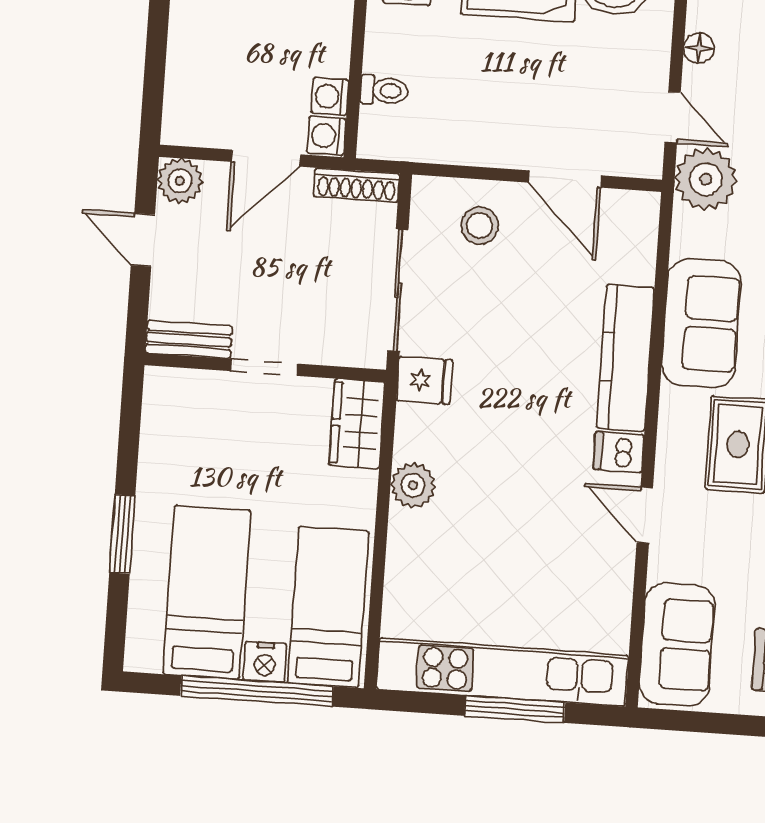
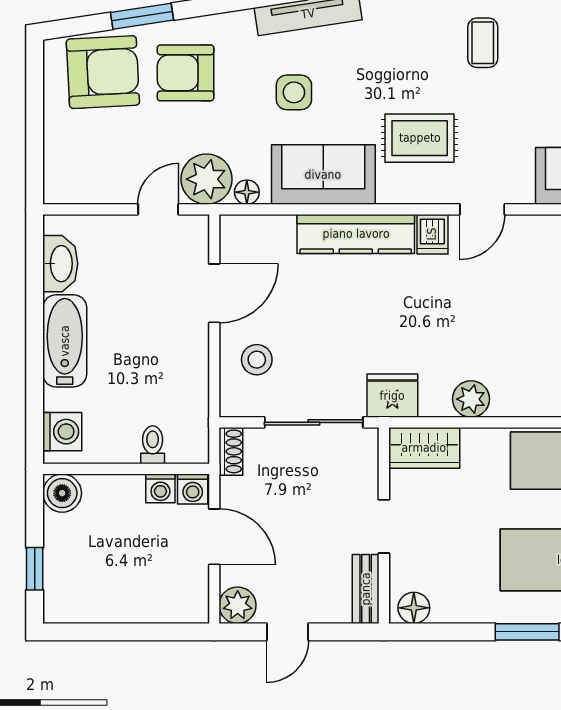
floor lamp: (699, 48) -> (247, 192), moved
shoe rack: (357, 185) -> (231, 451), width x0.70
fridge: (424, 380) -> (392, 396), width x1.38
floor lamp: (162, 397) -> (414, 608), added

